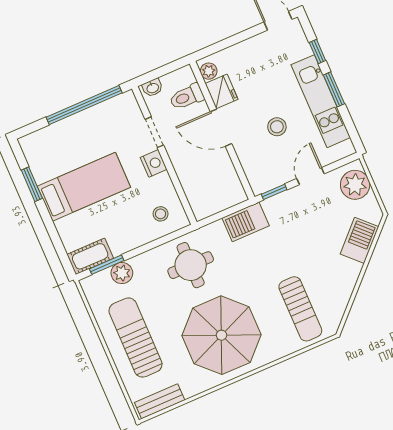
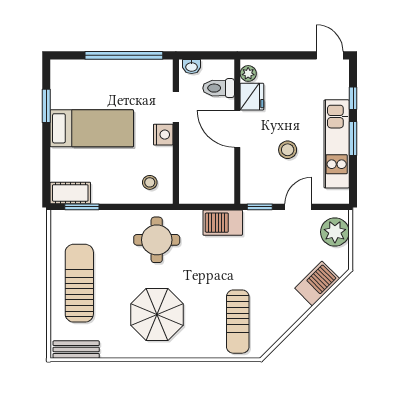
plant: (122, 273) -> (92, 220), removed
parasol: (221, 335) -> (157, 314), width x0.73, depth x0.73

